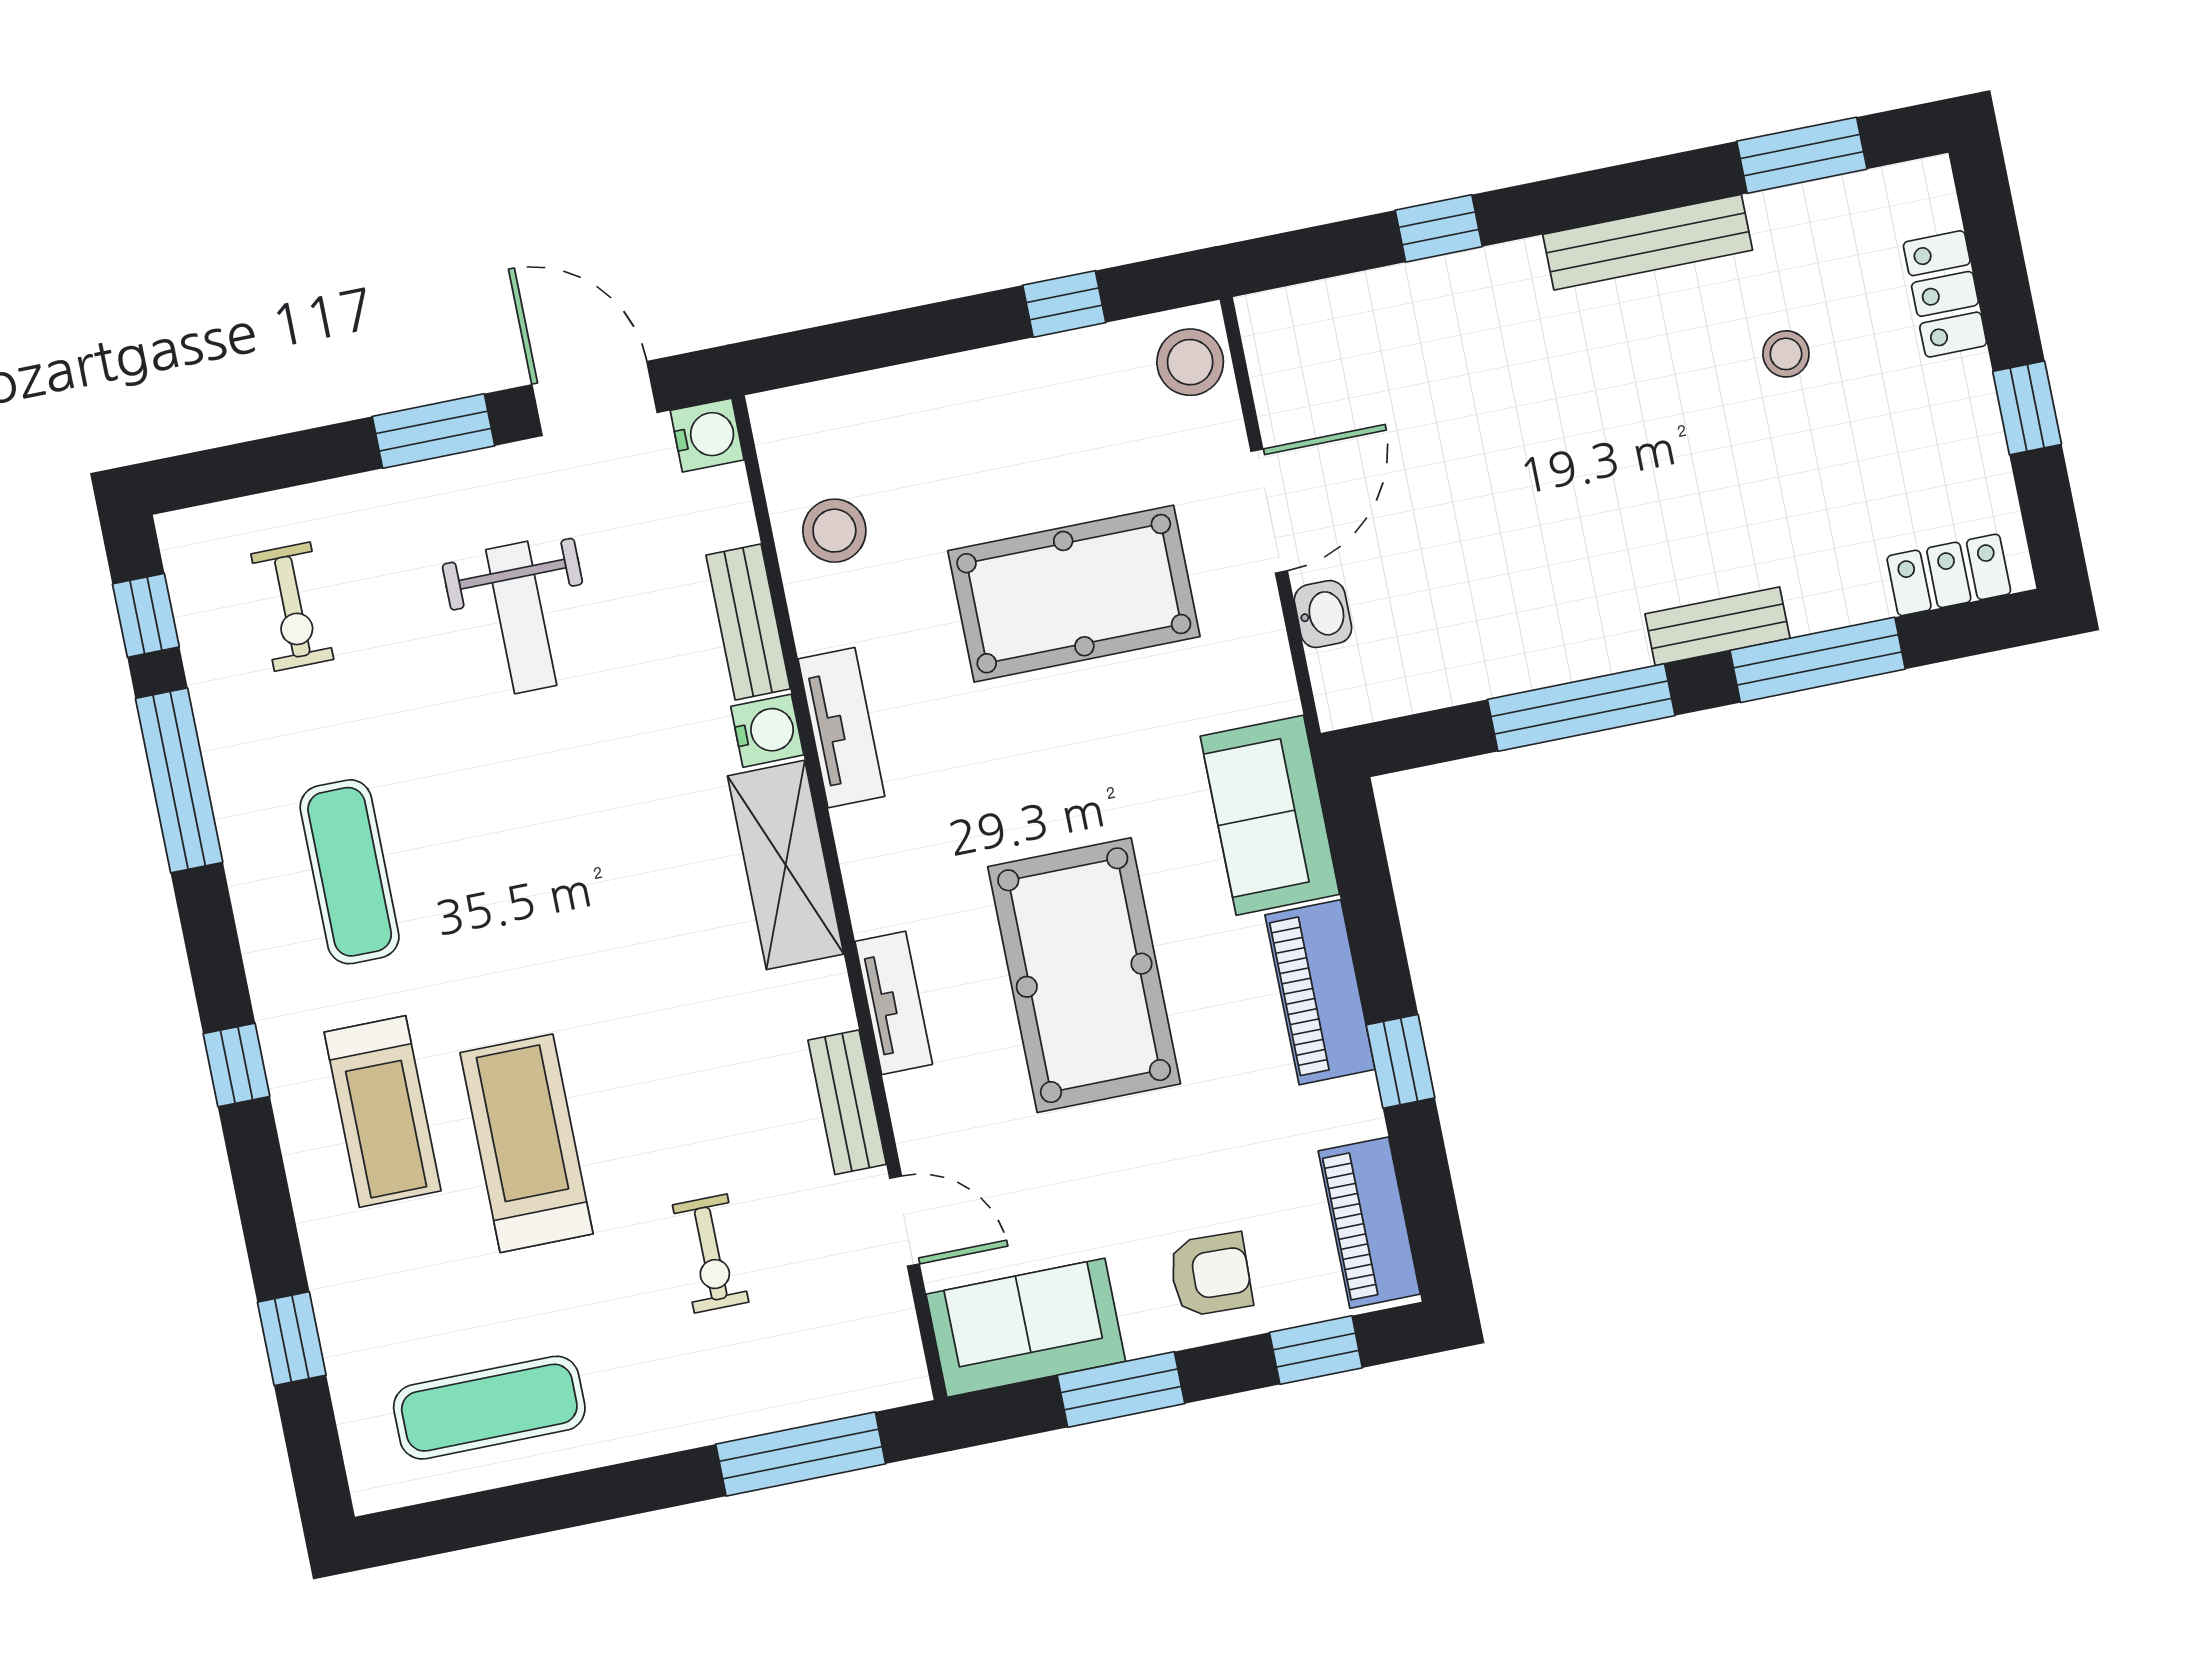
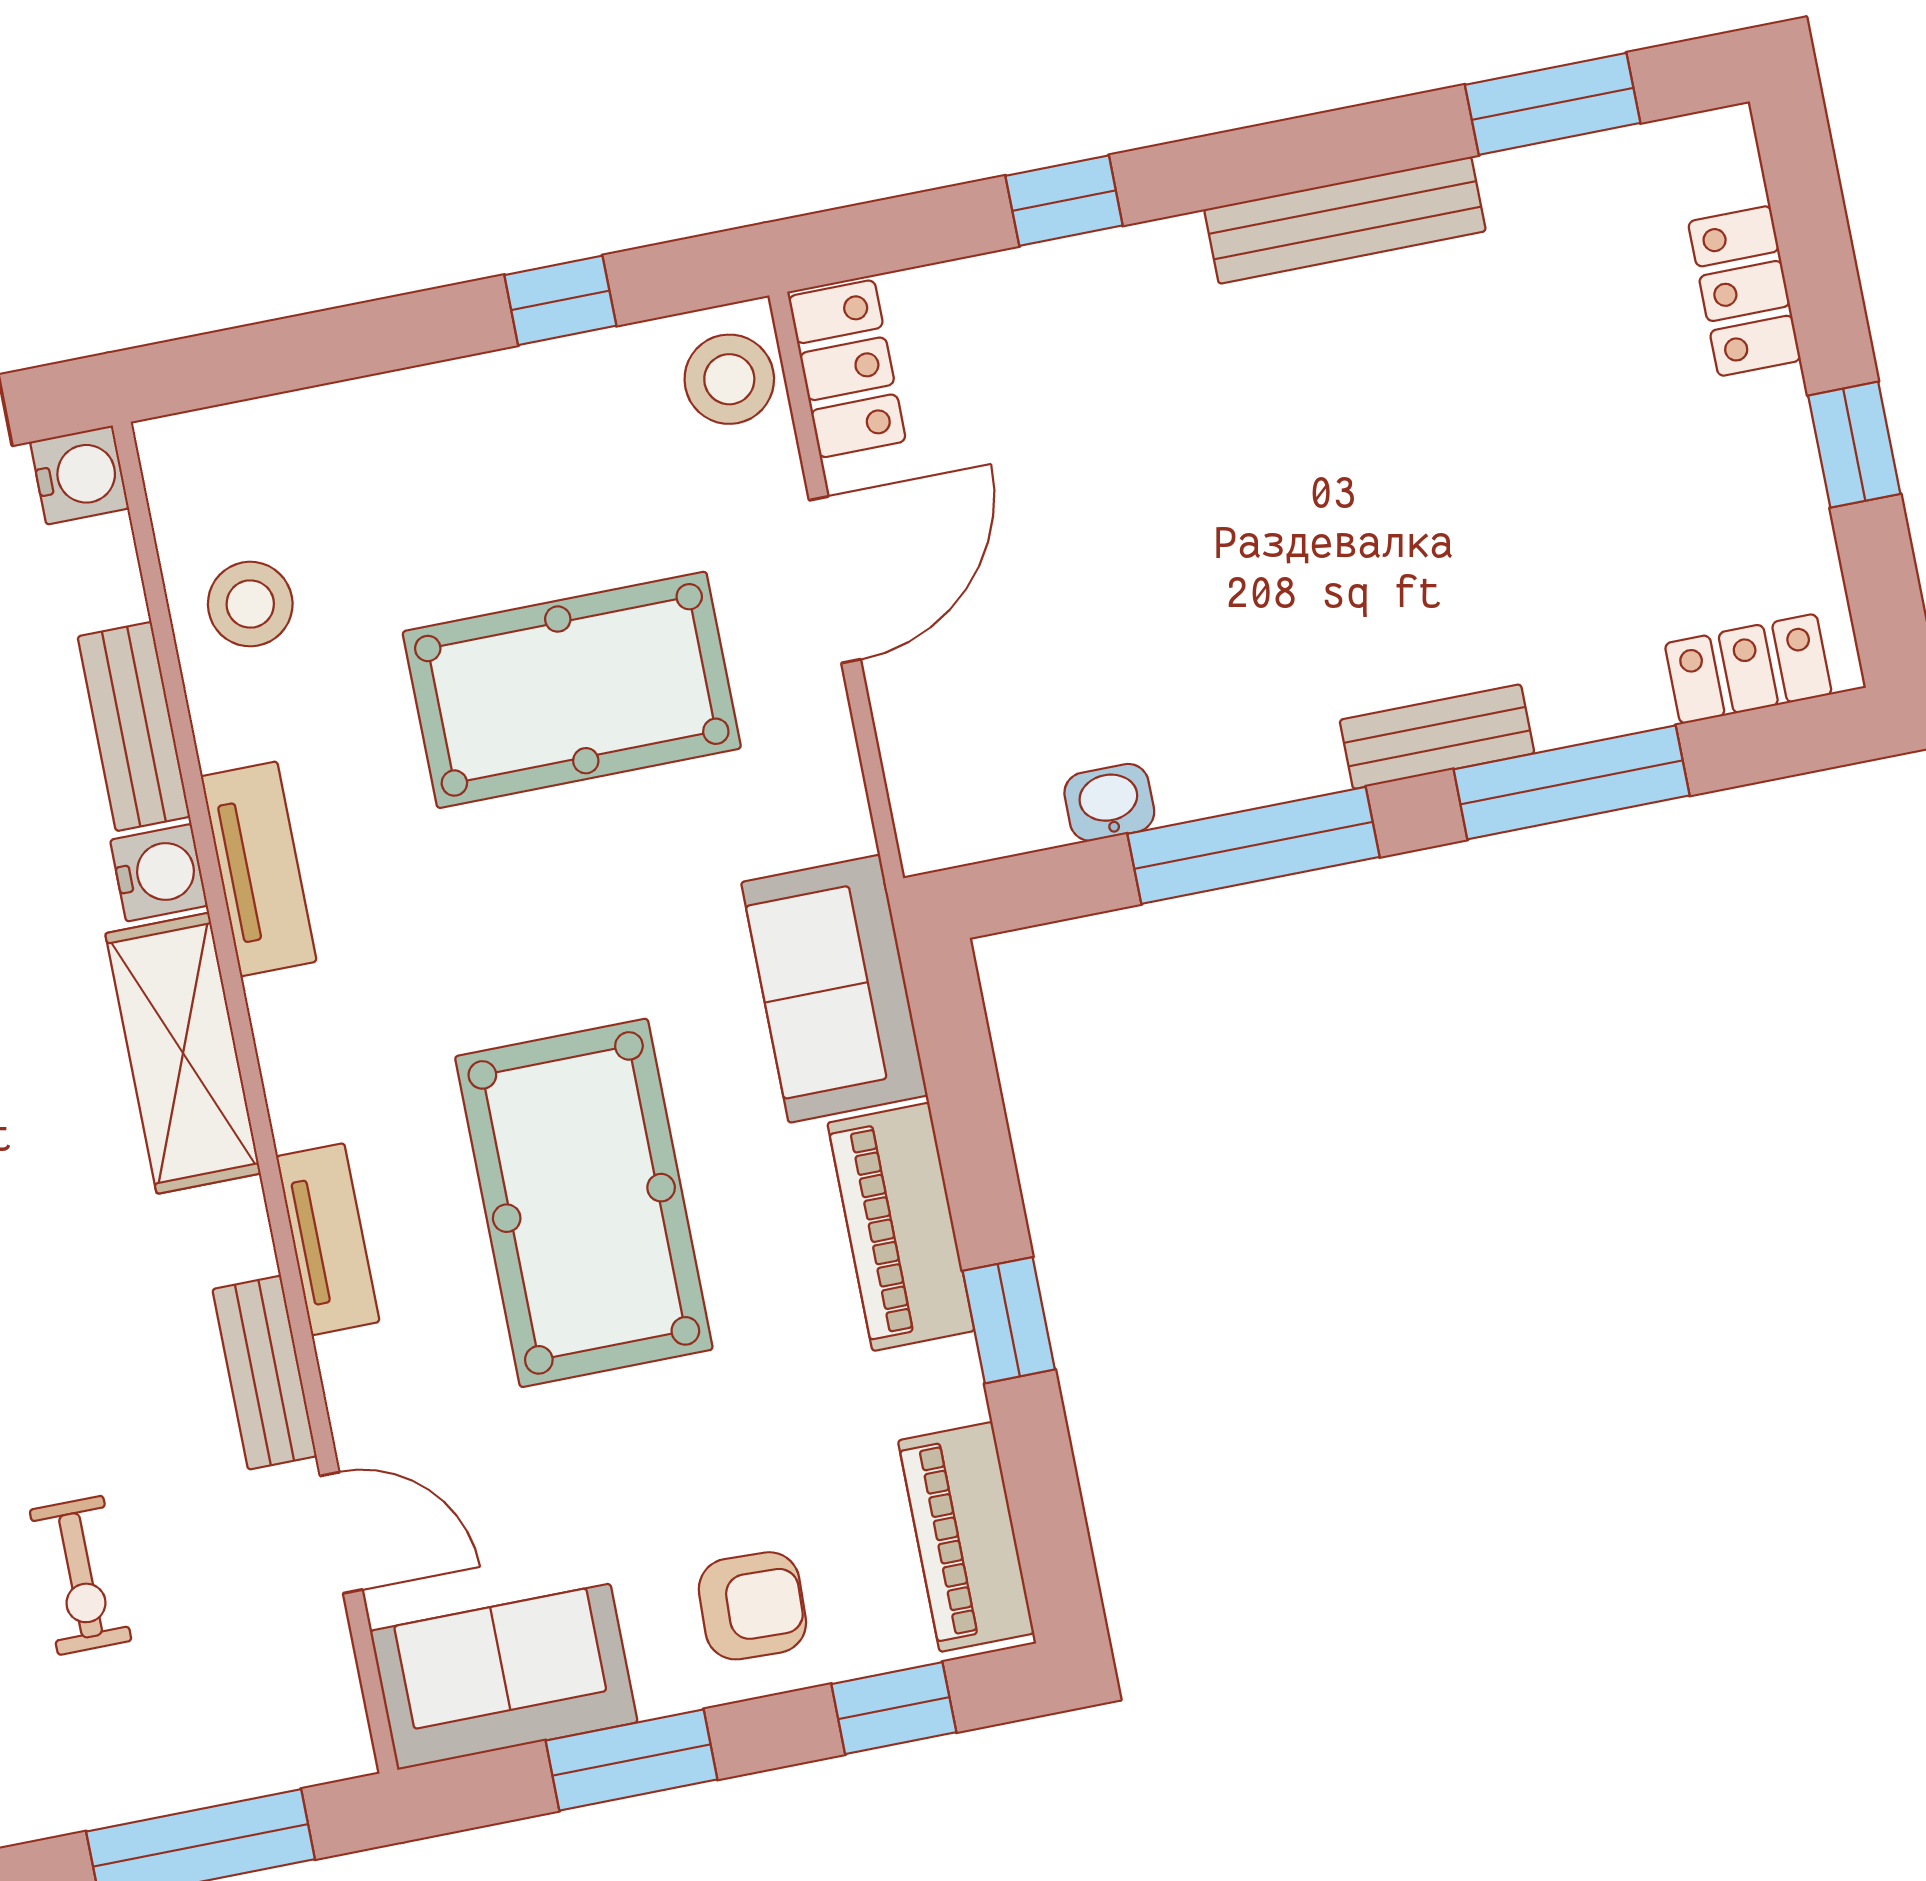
locker: (1278, 354) -> (847, 369), added
stool: (1786, 354) -> (1530, 371), removed
washbasin: (1323, 614) -> (1109, 802), moved, turned -90

